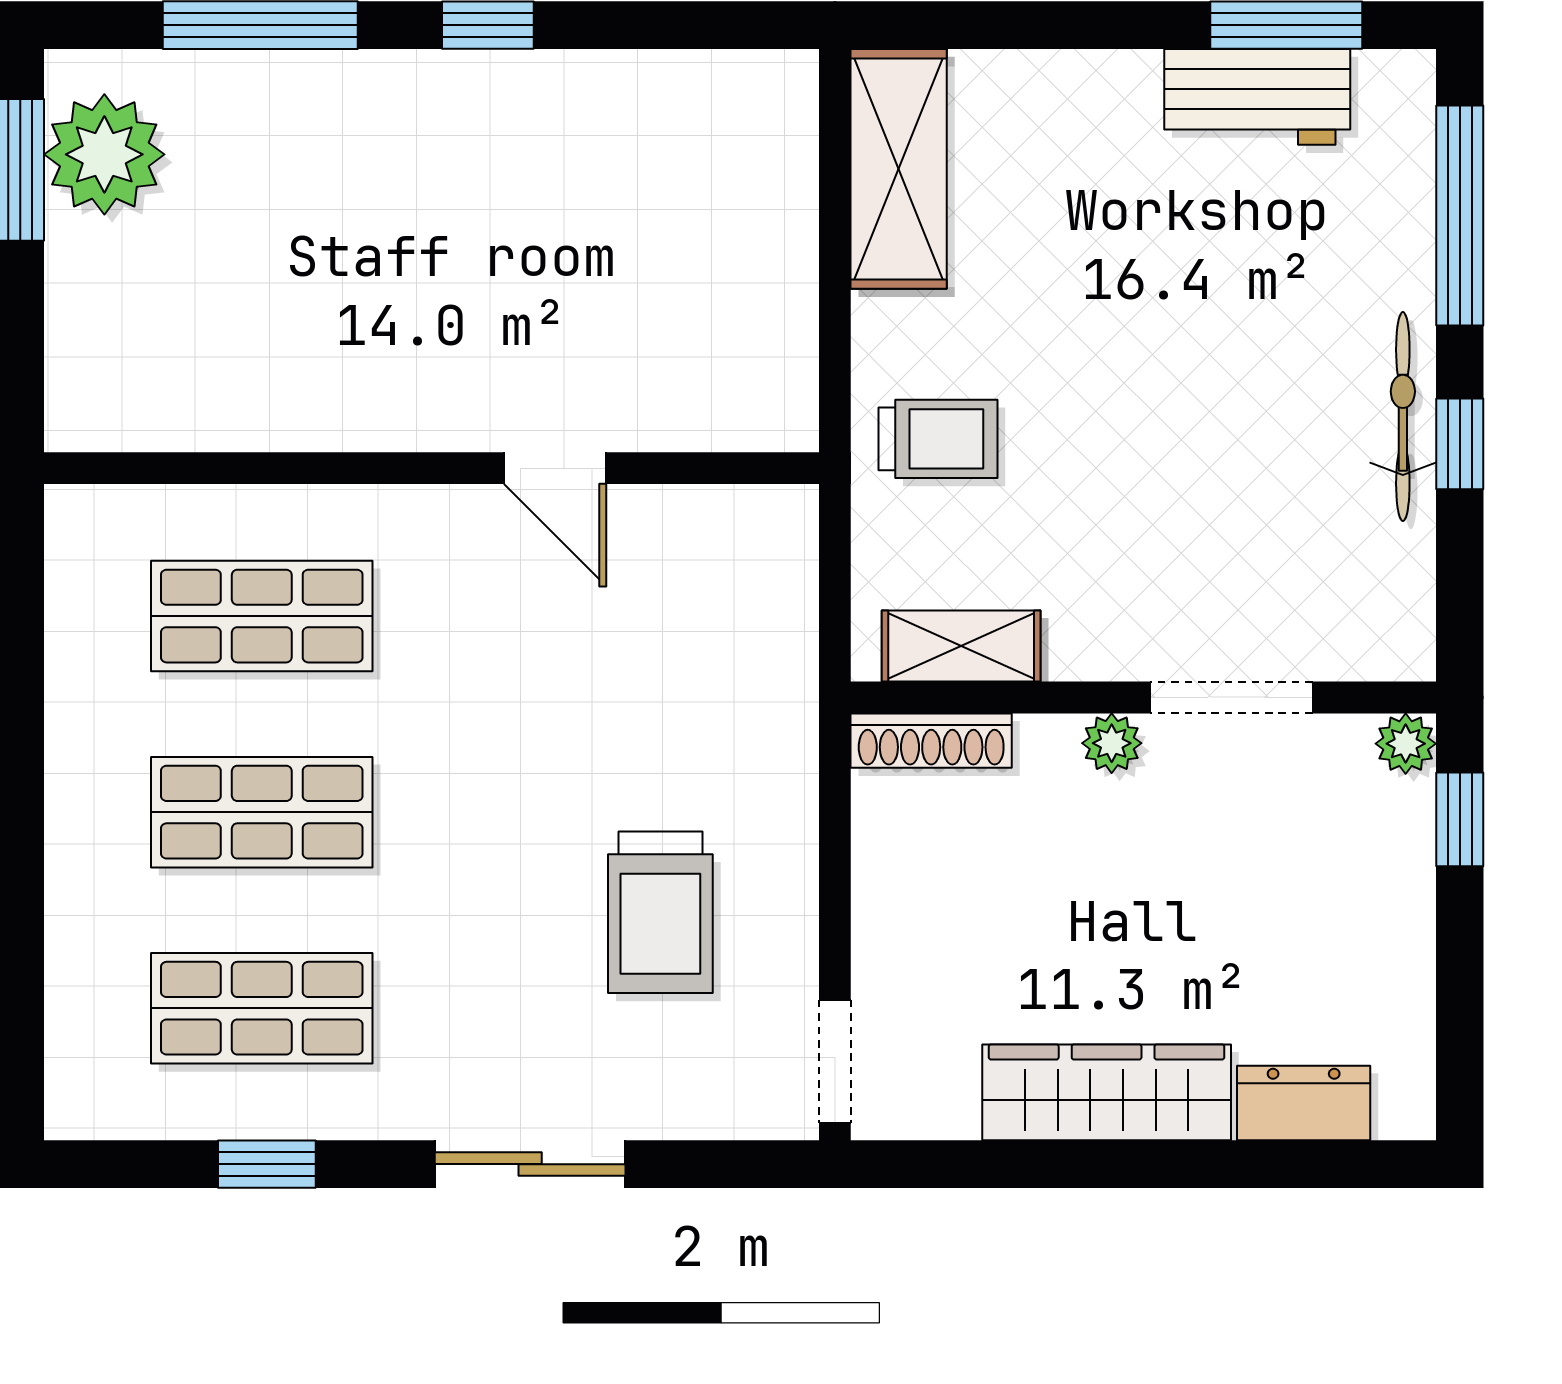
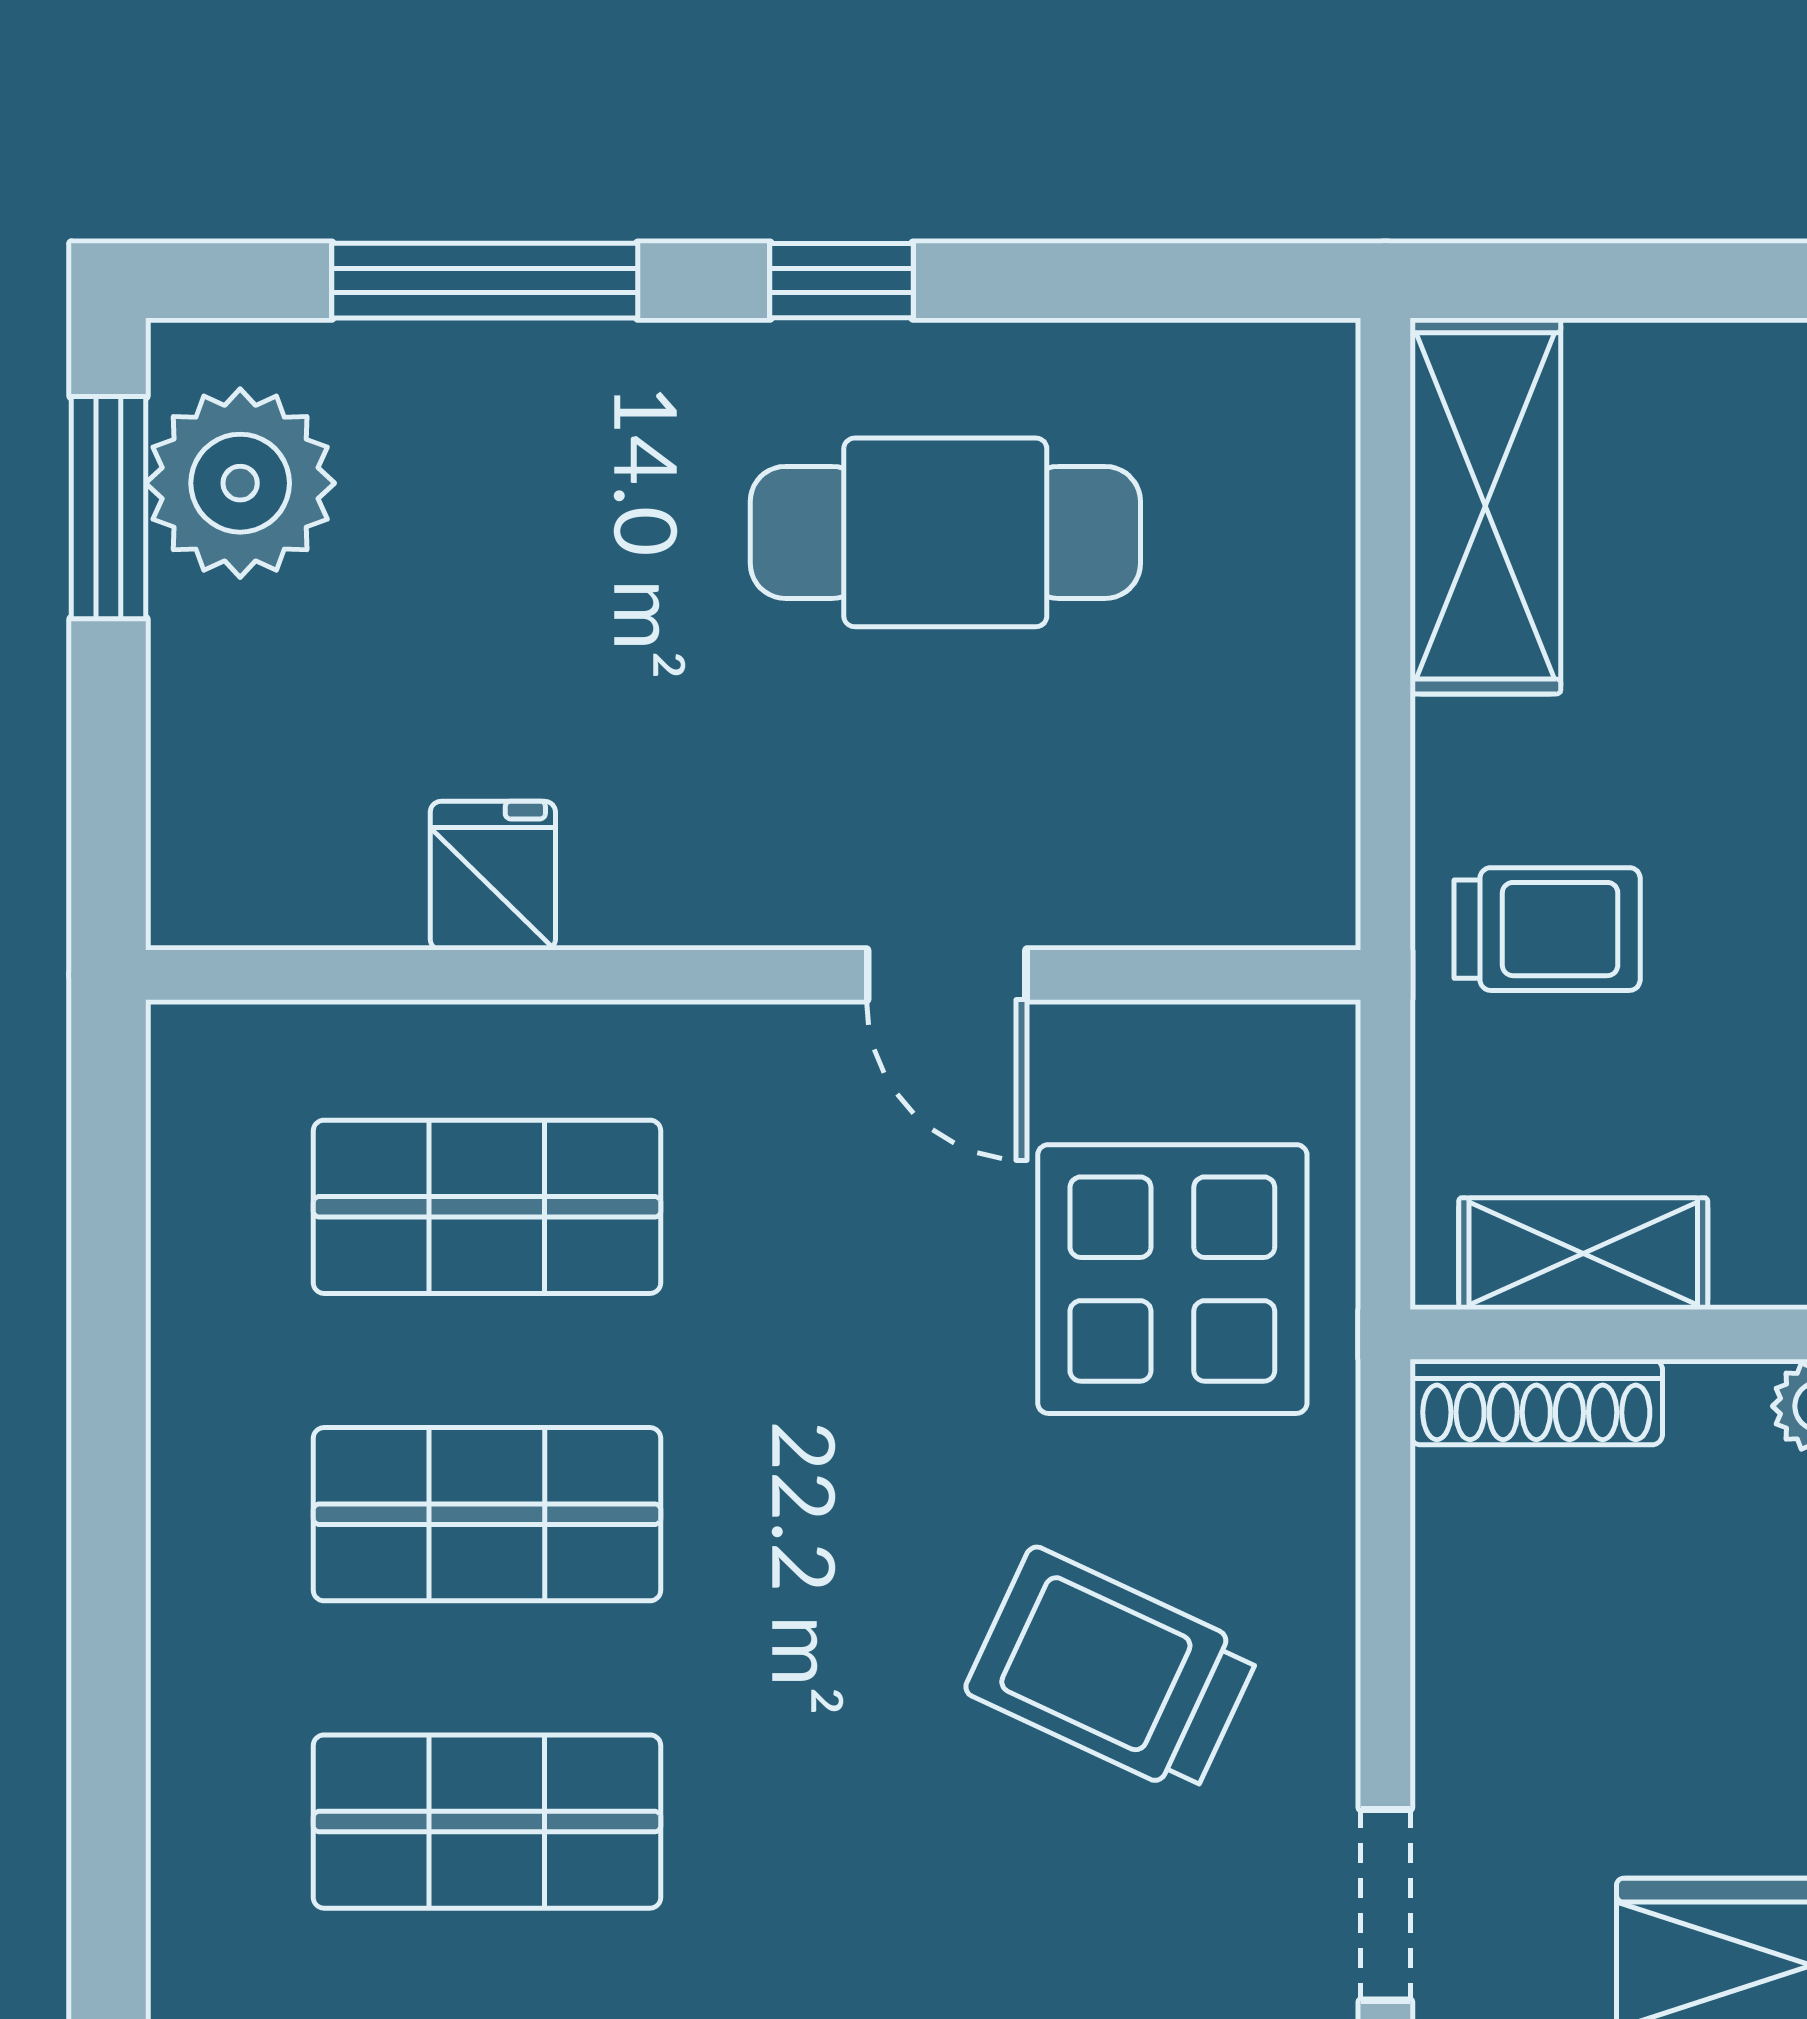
cafe table: (554, 186) -> (945, 532), added
fridge: (265, 405) -> (493, 876), added
display table: (699, 662) -> (1172, 1279), added
trolley: (660, 912) -> (1112, 1671), turned 115

